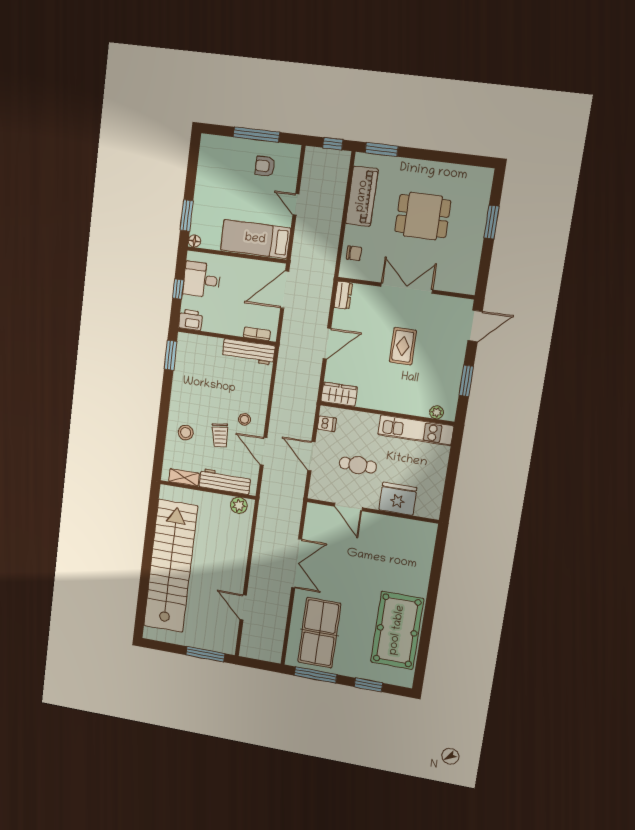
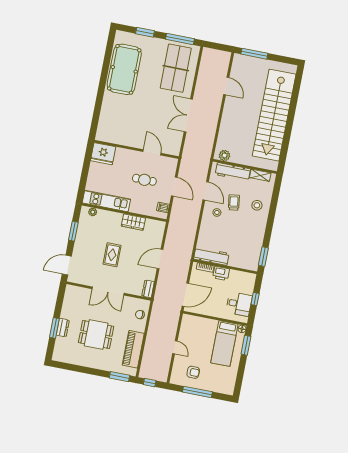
dresser: (478, 224) -> (63, 328), added
bed: (255, 239) -> (224, 343), moved, turned 90
printer: (191, 320) -> (221, 273), moved
wardrobe: (339, 394) -> (133, 222), moved
fridge: (398, 499) -> (103, 154), moved

